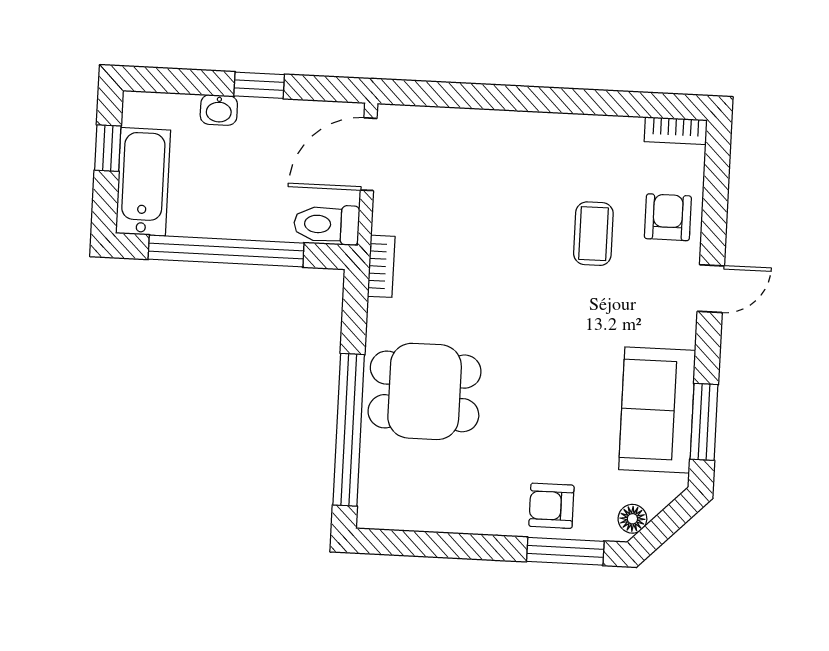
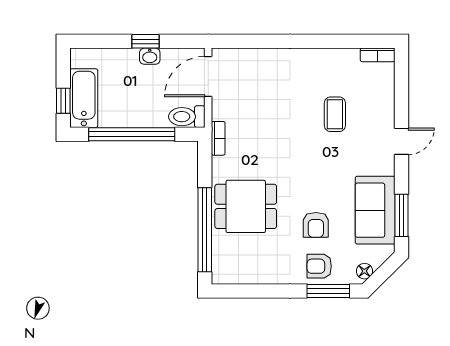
washbasin: (219, 110) -> (150, 56), moved
window: (108, 148) -> (63, 101), moved
armchair: (668, 217) -> (316, 225), moved, turned 180

